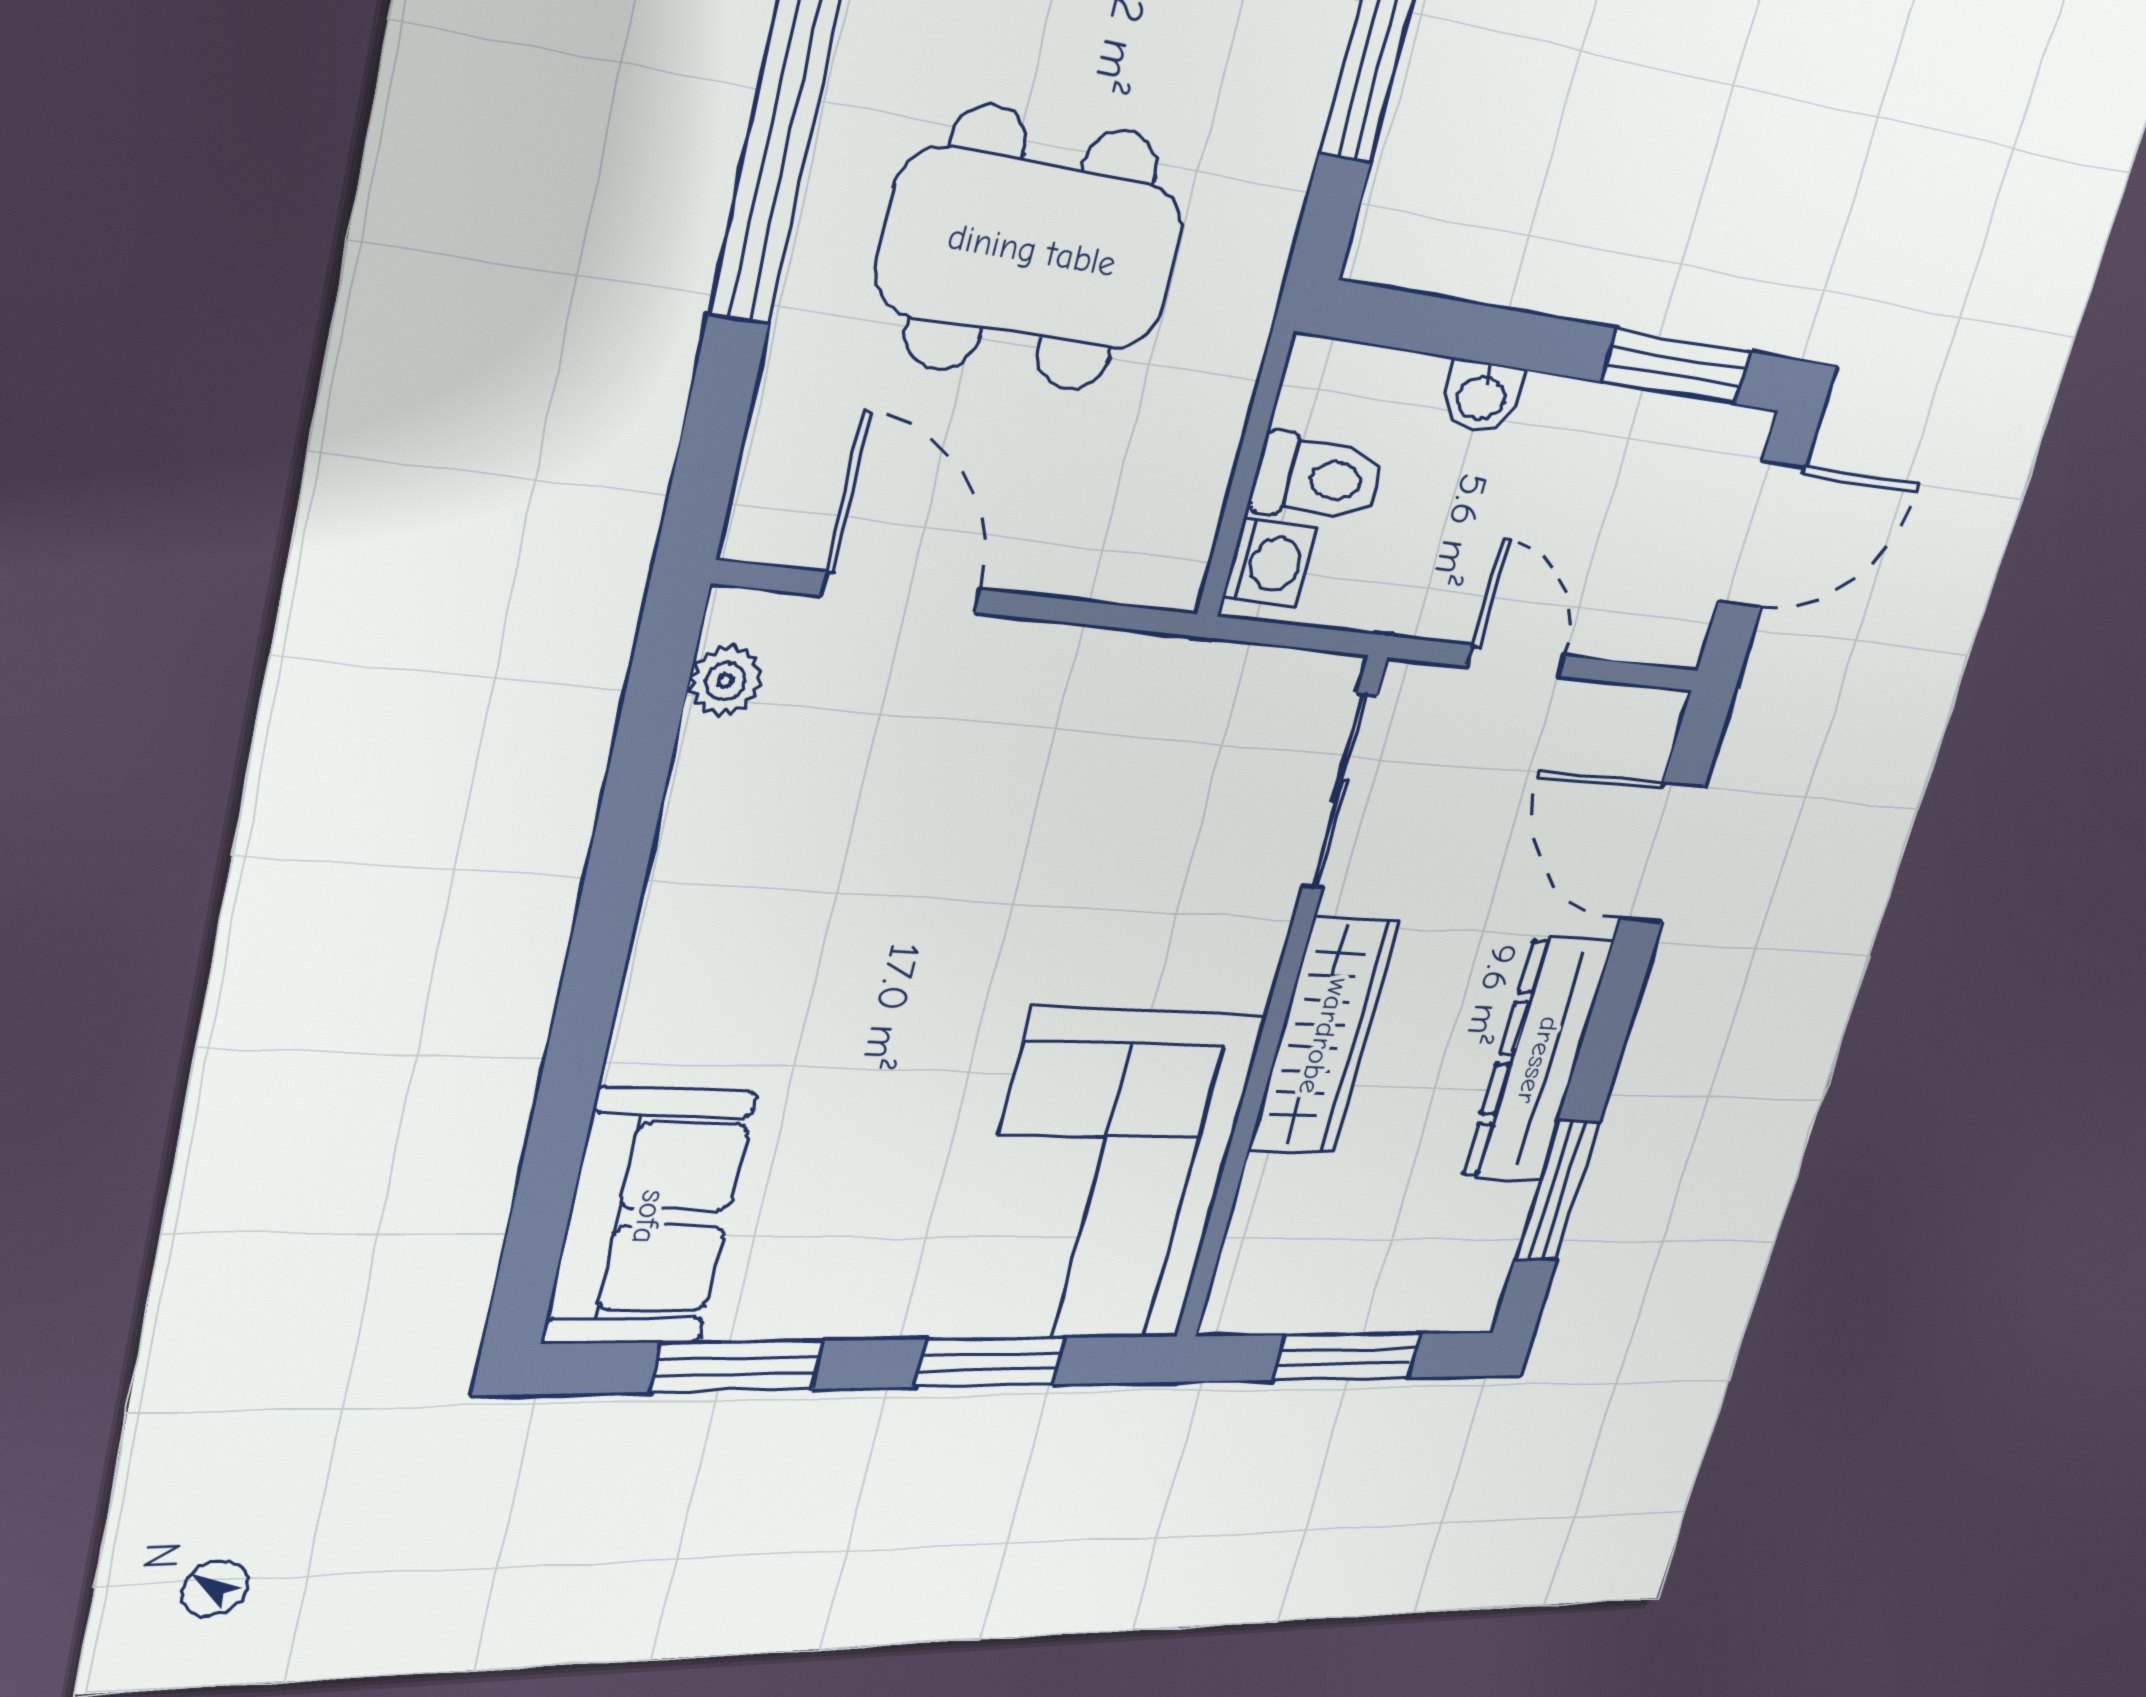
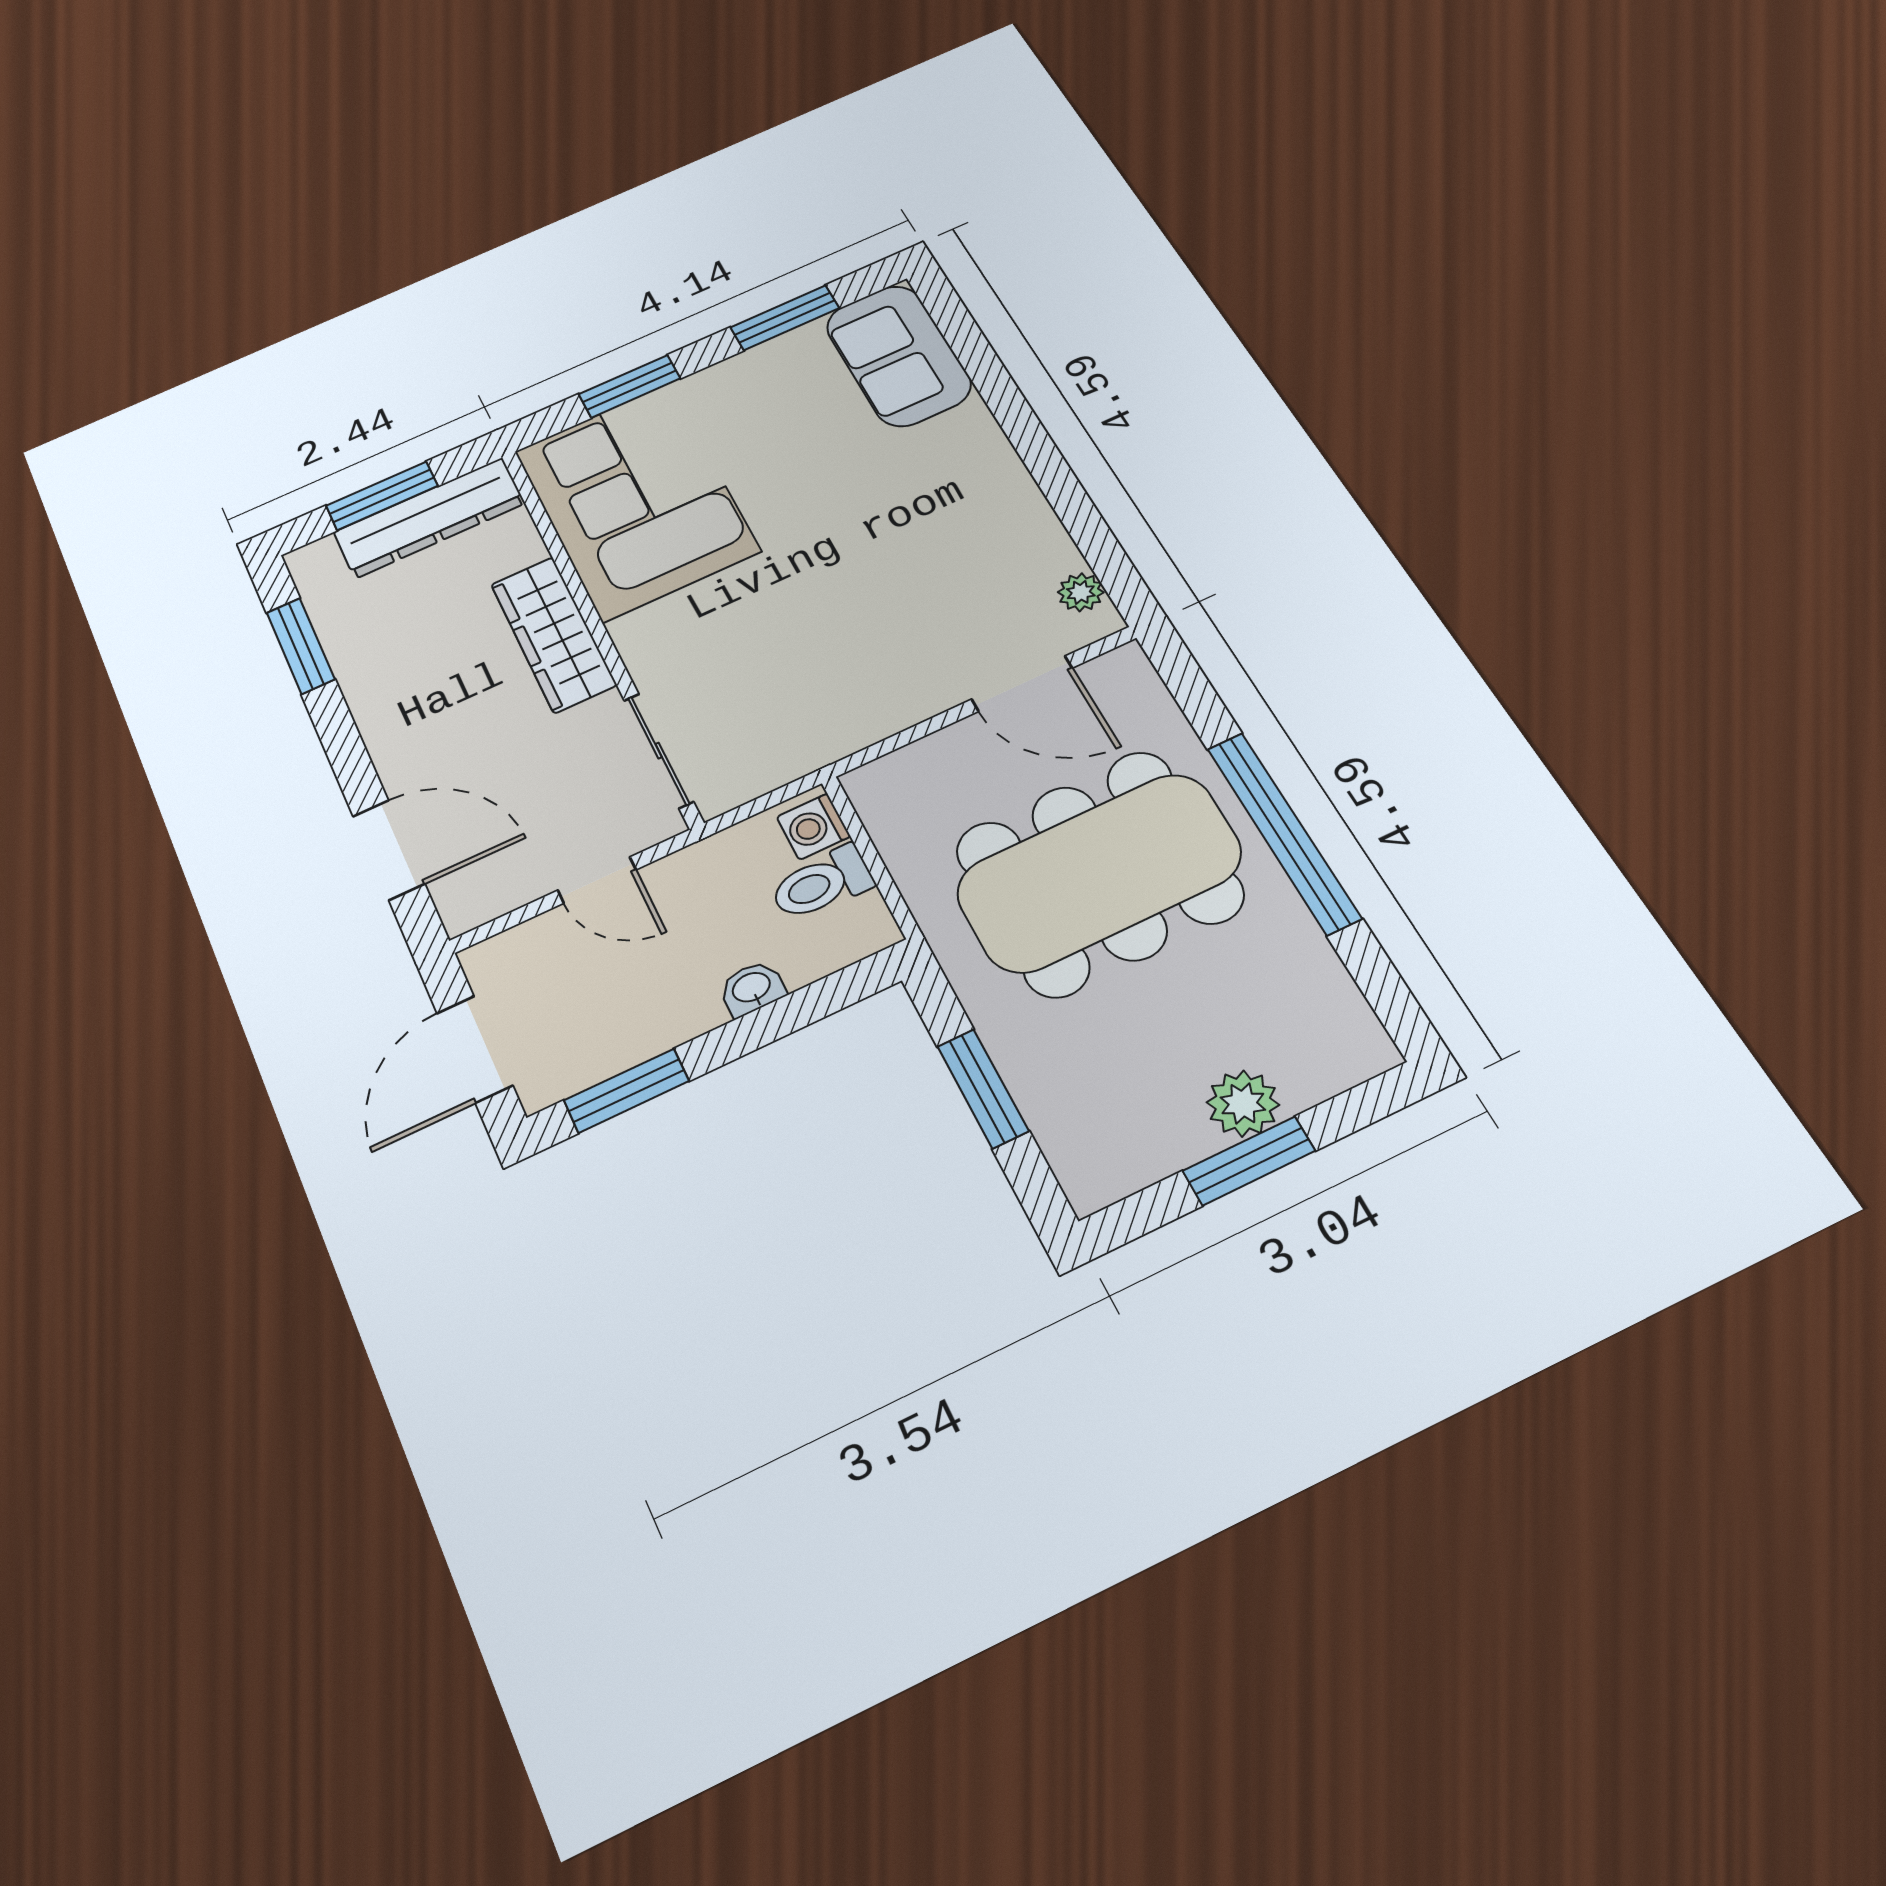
dining table: (1032, 250) -> (1099, 873), width x1.36, depth x1.24
dresser: (1538, 1060) -> (429, 518), moved, turned 90

